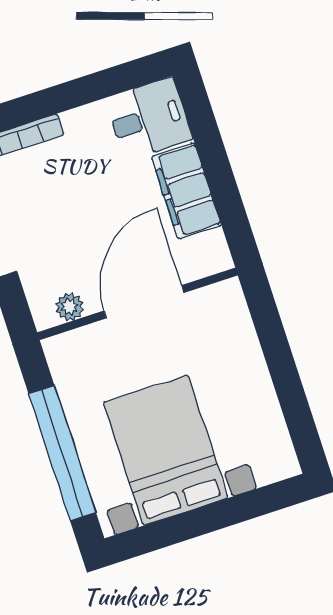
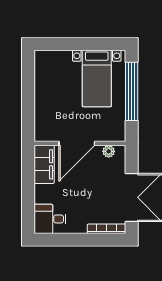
filing cabinet: (186, 191) -> (44, 164), moved
bed with nightstands: (166, 450) -> (97, 79), width x0.73

